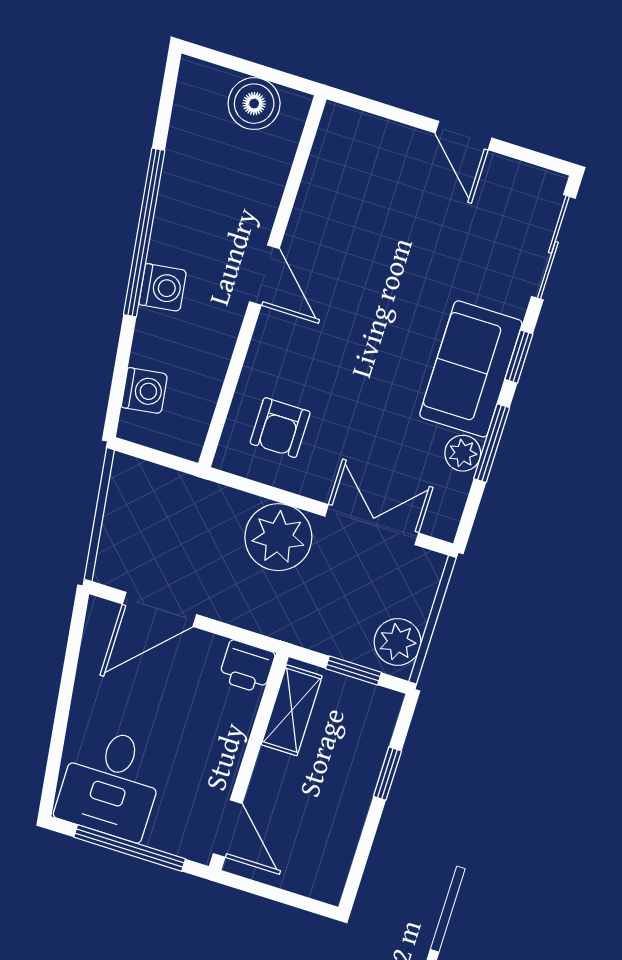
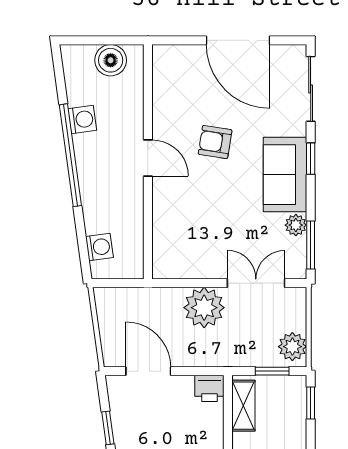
door: (464, 136) -> (238, 40), width x1.87
washing machine: (163, 287) -> (82, 119), moved
armchair: (280, 428) -> (215, 142), moved, turned 99
window: (492, 443) -> (311, 245), moved
door: (159, 609) -> (148, 371), swing flipped
window: (68, 678) -> (108, 428), added
window: (387, 774) -> (311, 403), moved

